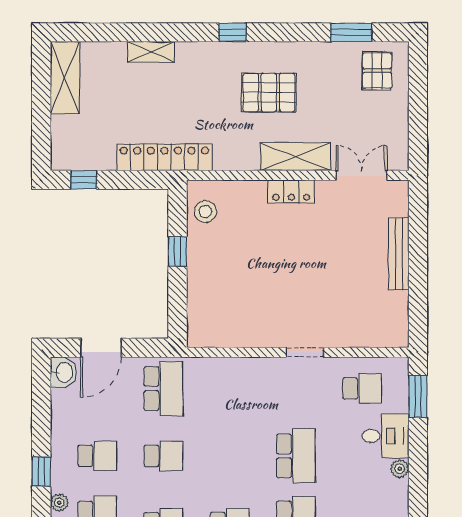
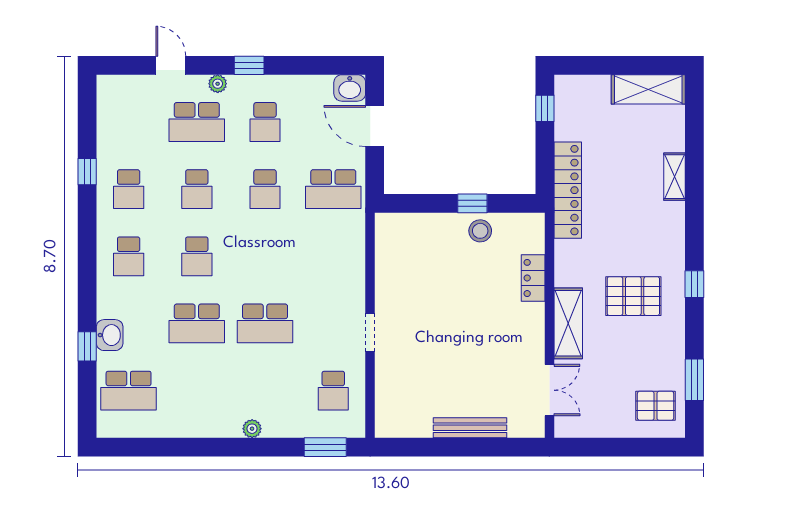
window: (232, 32) -> (694, 284), moved
pallet: (269, 93) -> (633, 296), turned 90
locker: (291, 191) -> (533, 278), moved
stool: (205, 212) -> (480, 231), moved
desk: (385, 436) -> (285, 414), removed

